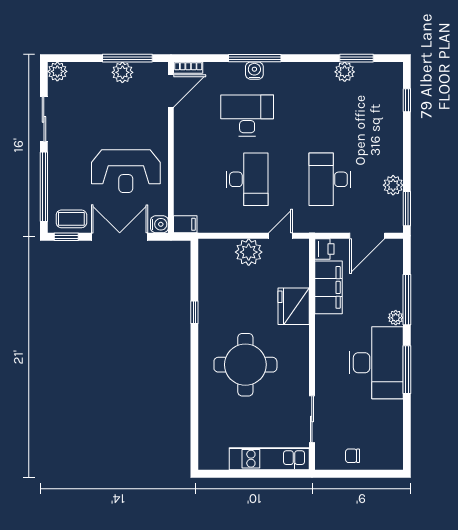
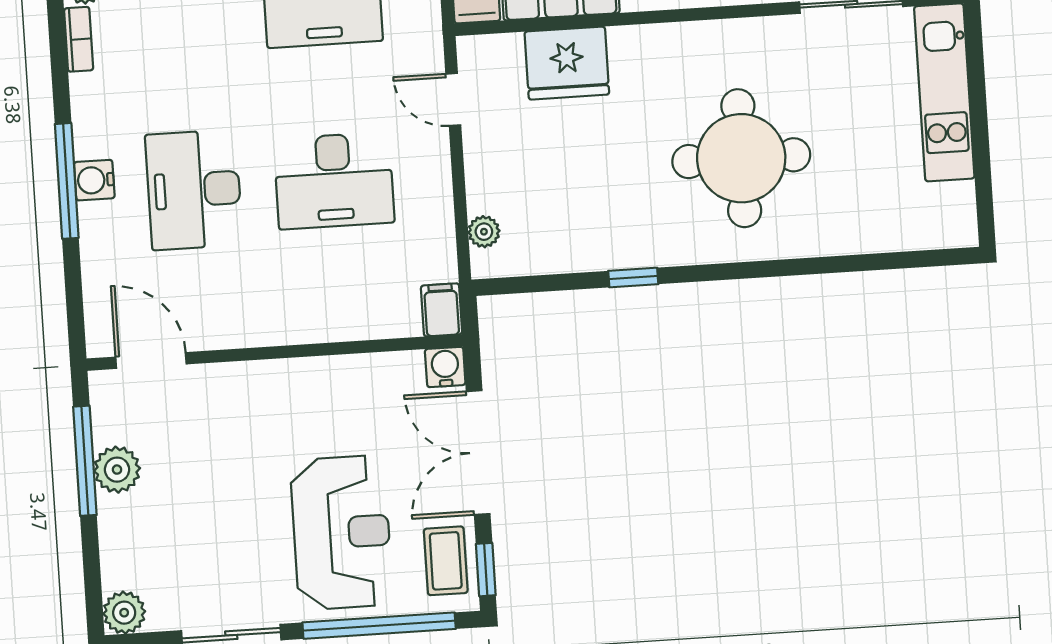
bookcase: (188, 68) -> (79, 39), moved
reception desk: (126, 171) -> (341, 533), moved
desk: (247, 179) -> (334, 181), turned 180
plant: (249, 252) -> (484, 232), moved, width x0.53, depth x0.53
fridge: (294, 306) -> (567, 63), moved

